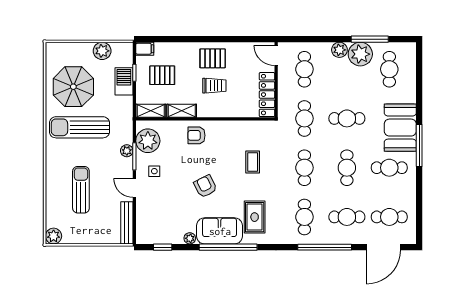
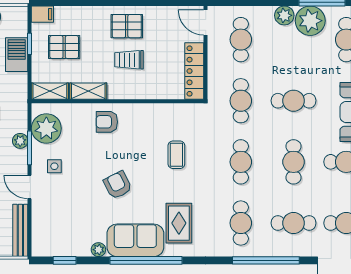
trolley: (214, 86) -> (129, 60), turned 180

